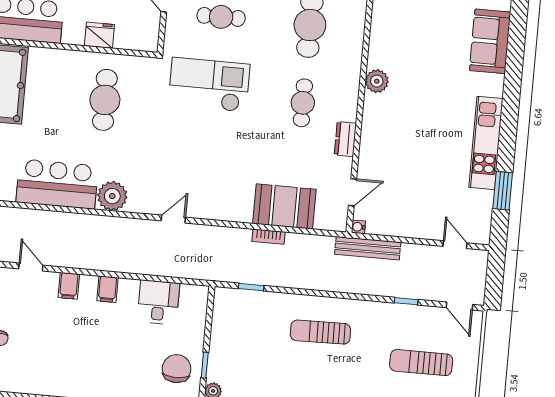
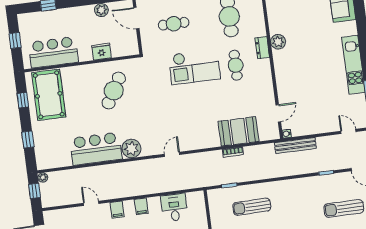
checkout: (209, 85) -> (194, 67), moved, turned 180
cafe table: (105, 100) -> (114, 91), turned 30
dresser: (345, 139) -> (262, 48), moved
sun lounger: (320, 332) -> (252, 207), moved

